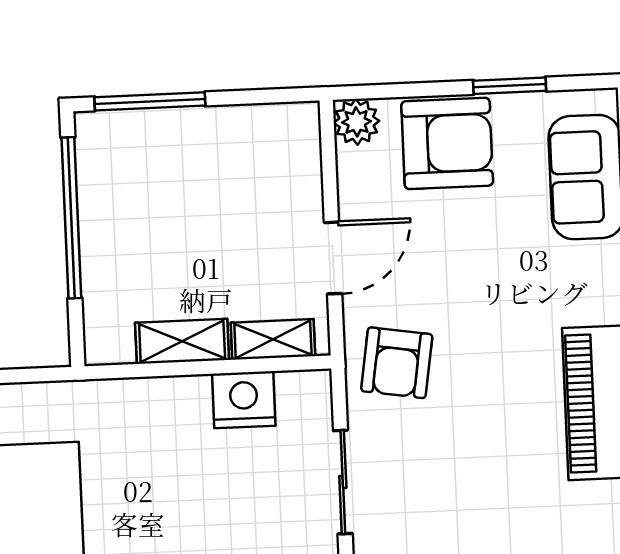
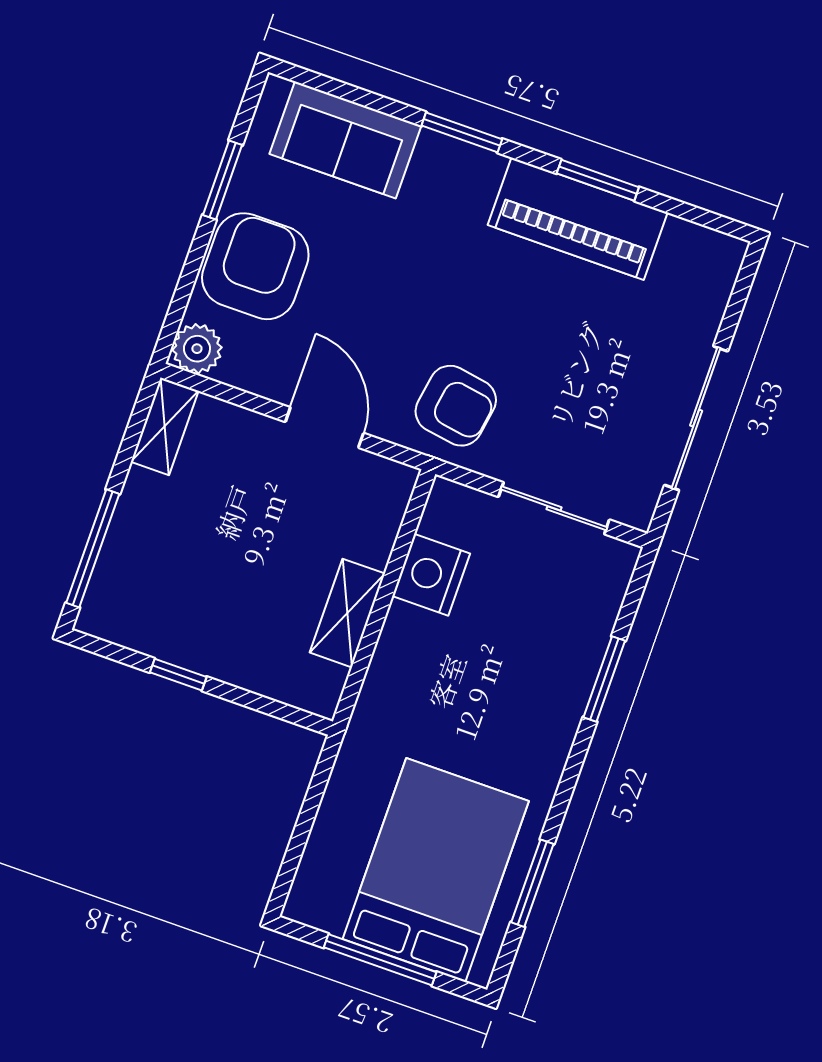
window: (71, 218) -> (178, 675), width x0.32
shelving: (273, 339) -> (165, 426), moved

